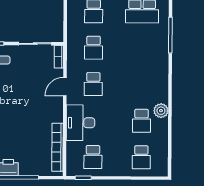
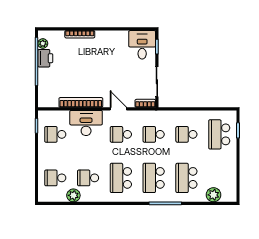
school desk: (142, 48) -> (154, 178), added
school desk: (142, 84) -> (121, 178), added
plant: (161, 111) -> (73, 195), moved
bookcase: (57, 147) -> (81, 102), moved

